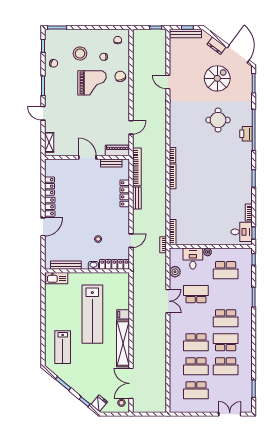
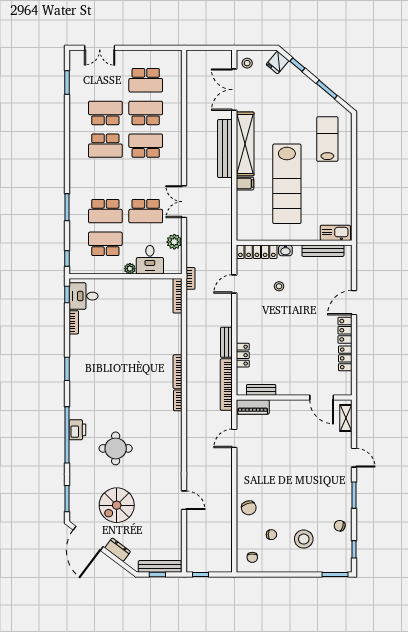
grand piano: (92, 83) -> (287, 499), removed
door: (87, 157) -> (322, 398), moved
locker: (125, 193) -> (243, 355), width x0.66
lab bench: (92, 314) -> (287, 184), turned 180
school desk: (226, 318) -> (105, 211), moved, turned 180
bench: (138, 340) -> (225, 149), added
double door: (131, 383) -> (234, 90), swing flipped
school desk: (196, 390) -> (146, 80), turned 180

